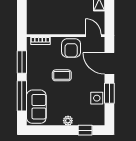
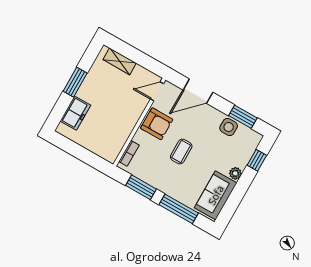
window: (109, 93) -> (243, 117), moved
sofa: (36, 107) -> (216, 195), moved, turned -90

